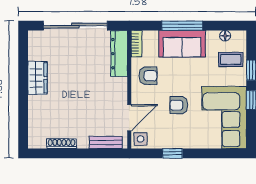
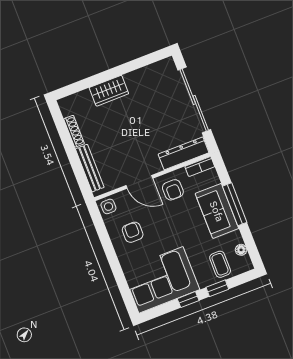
wardrobe: (37, 78) -> (109, 91), moved
armchair: (179, 105) -> (133, 232), moved
door: (129, 118) -> (139, 182), moved
bench: (106, 142) -> (90, 168), width x1.36
window: (173, 153) -> (106, 243), removed

